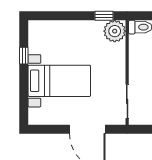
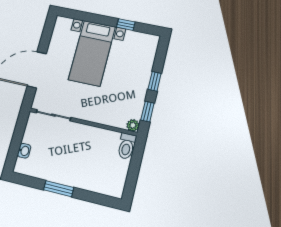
window: (74, 16) -> (155, 81), added
plant: (115, 31) -> (133, 125), width x0.53, depth x0.53

